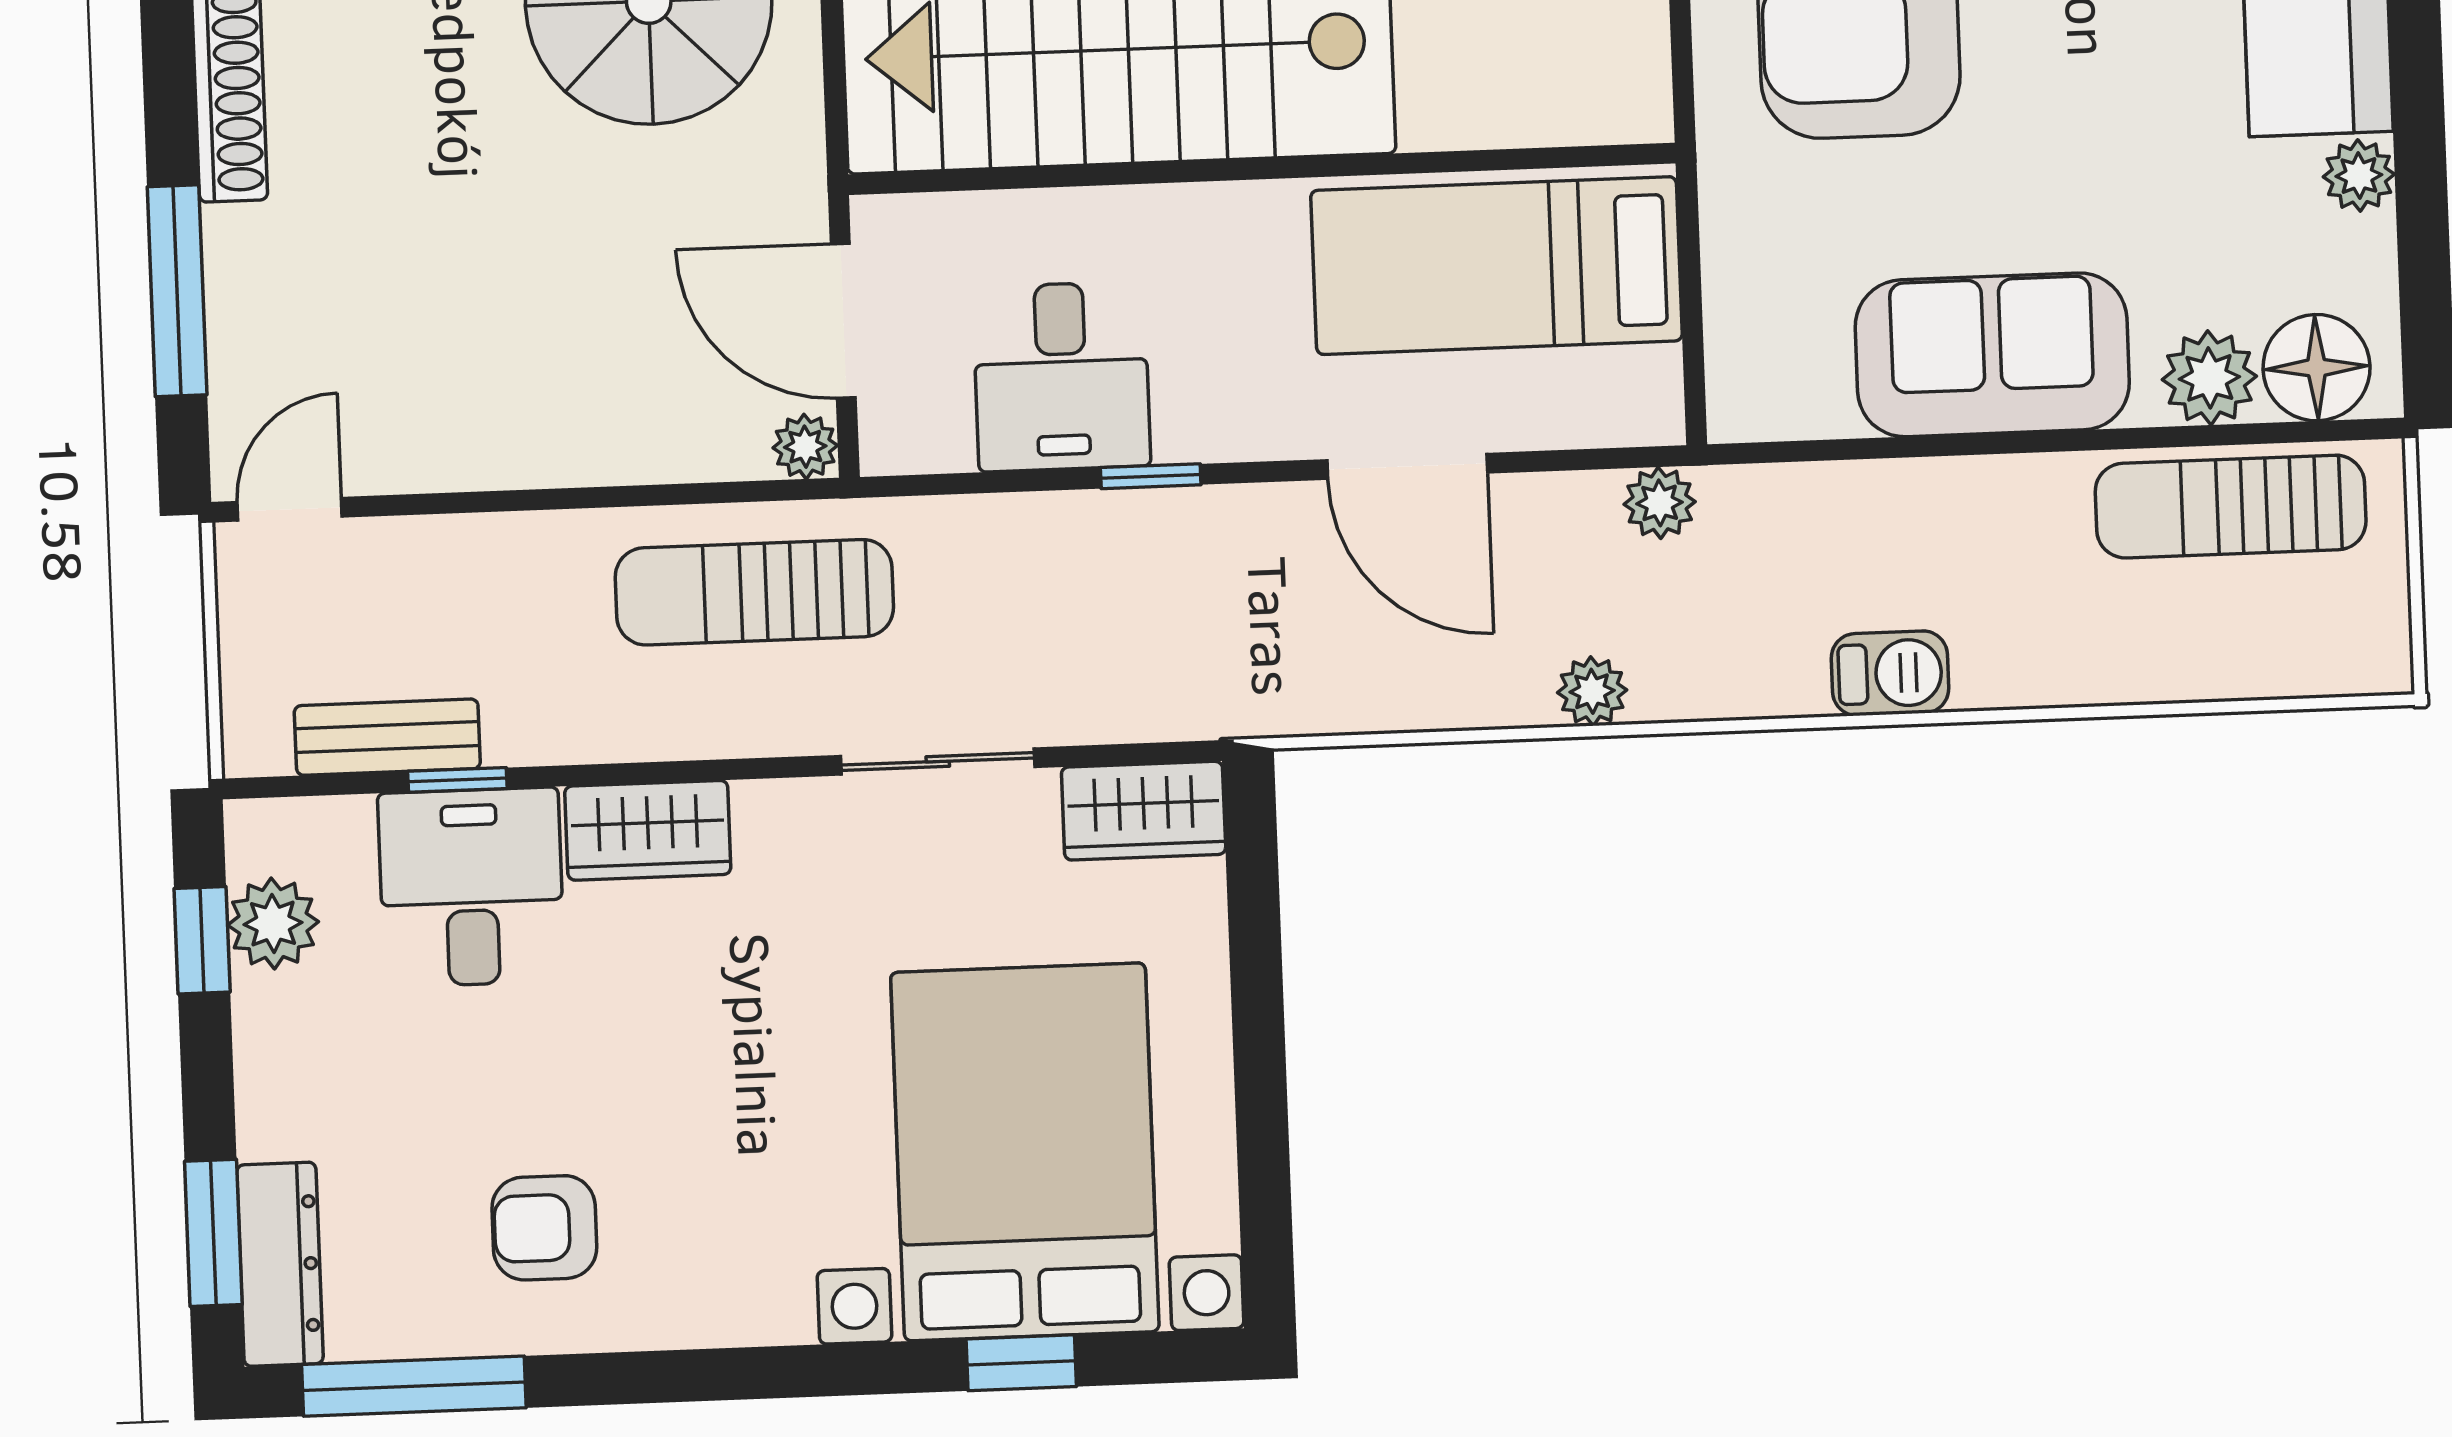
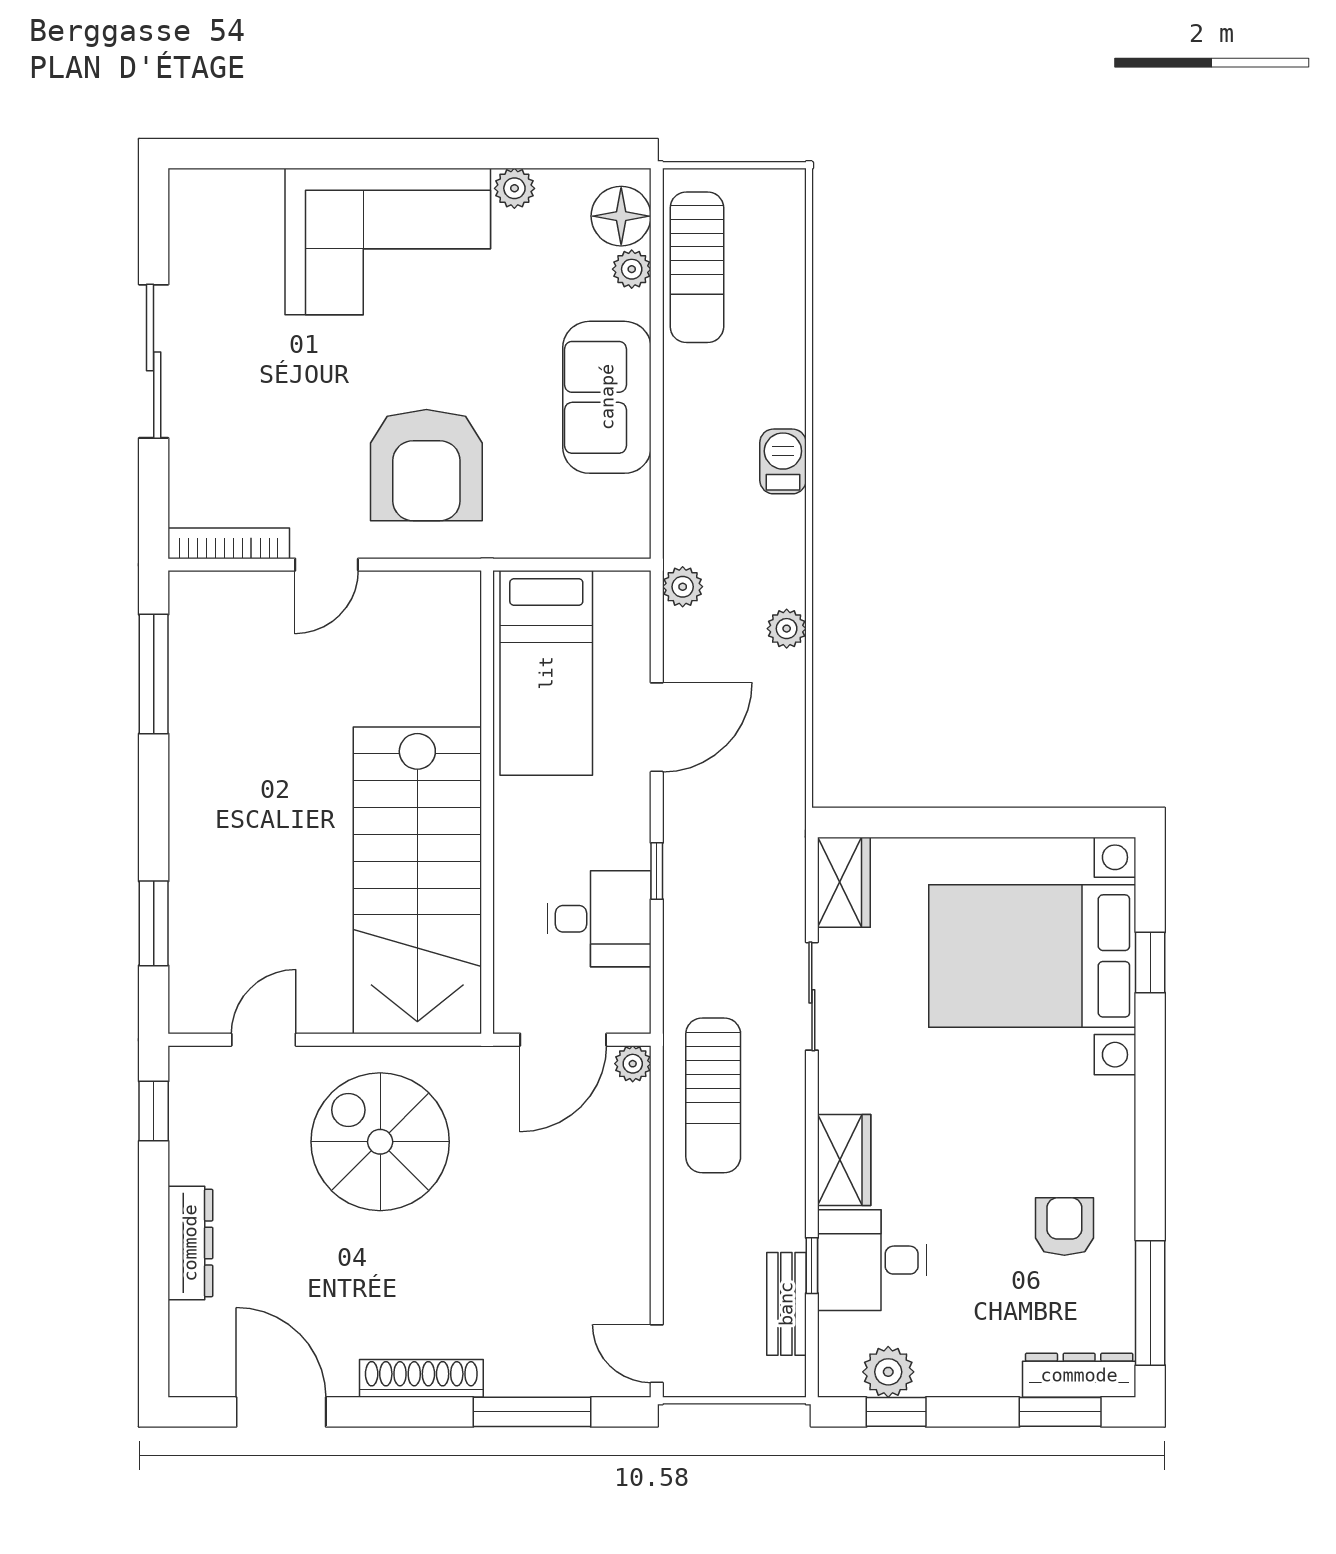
plant: (2209, 378) -> (632, 269), width x0.73, depth x0.73
armchair: (544, 1228) -> (1064, 1227), turned 180

